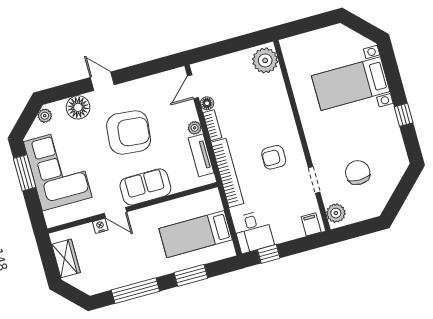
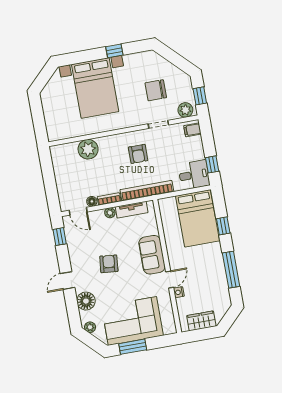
plant: (265, 60) -> (88, 149), moved
window: (158, 66) -> (60, 237), added
bed with nightstands: (351, 84) -> (95, 88), width x1.36
armchair: (129, 132) -> (109, 264), width x0.53, depth x0.53
window: (356, 230) -> (200, 96), added
bed: (196, 234) -> (198, 218), width x1.50
window: (191, 275) -> (223, 226), width x0.67

